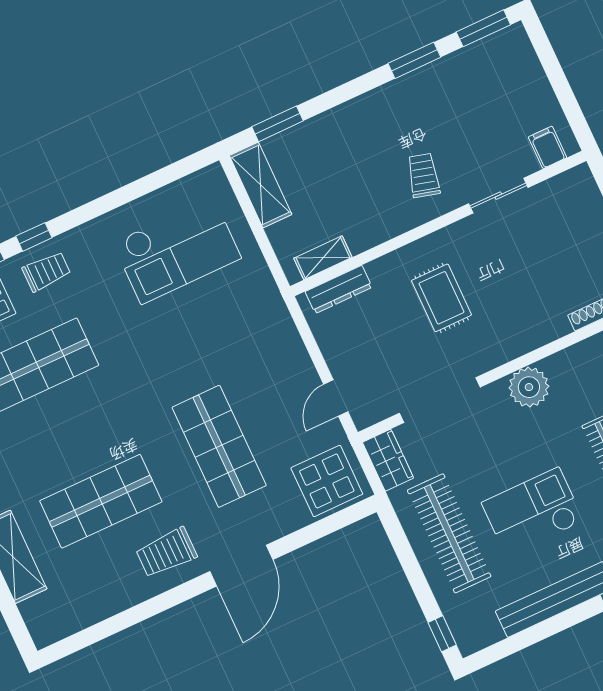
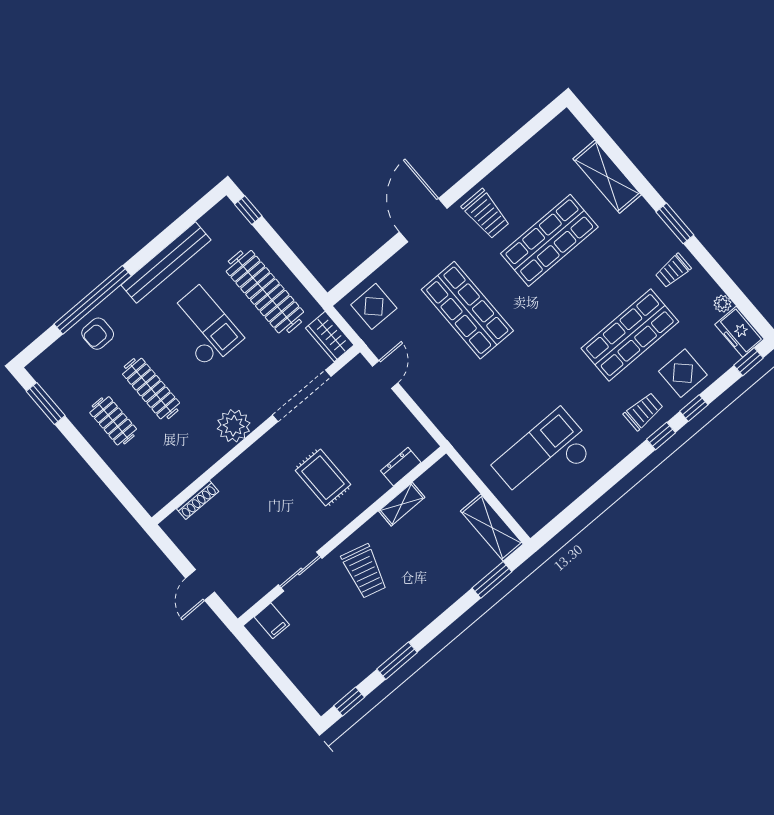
window: (483, 28) -> (349, 701), width x0.67
trolley: (423, 175) -> (364, 571), width x1.36, depth x1.39
shelving: (323, 258) -> (402, 504), moved
trolley: (46, 271) -> (643, 411), turned 180
dresser: (339, 289) -> (401, 467), width x0.70
display table: (327, 481) -> (374, 306), width x0.73, depth x0.73
checkout: (533, 512) -> (203, 327), turned -90
trolley: (166, 553) -> (486, 214), turned 90

